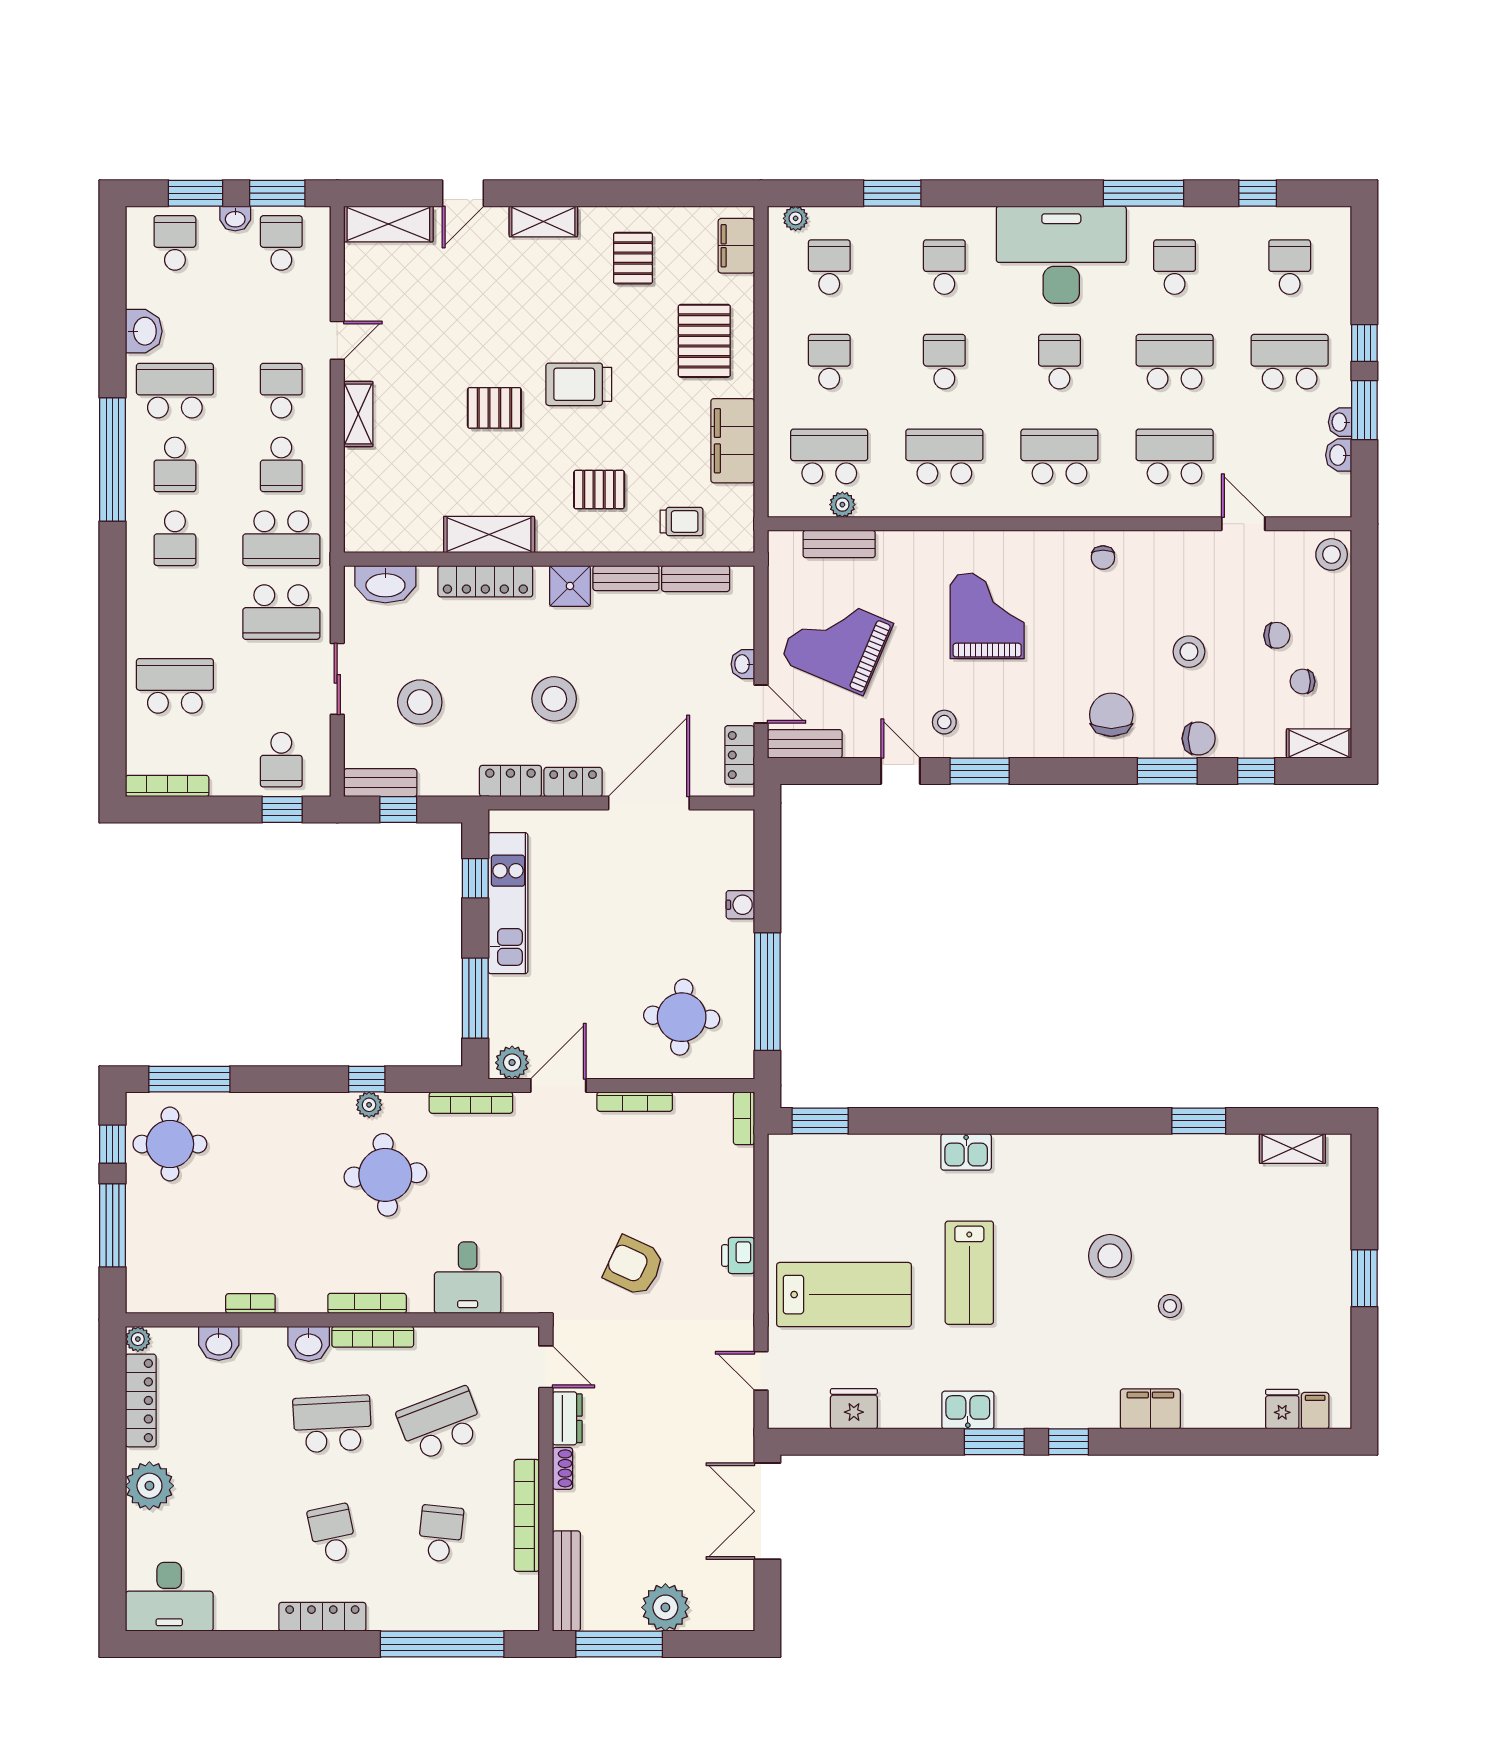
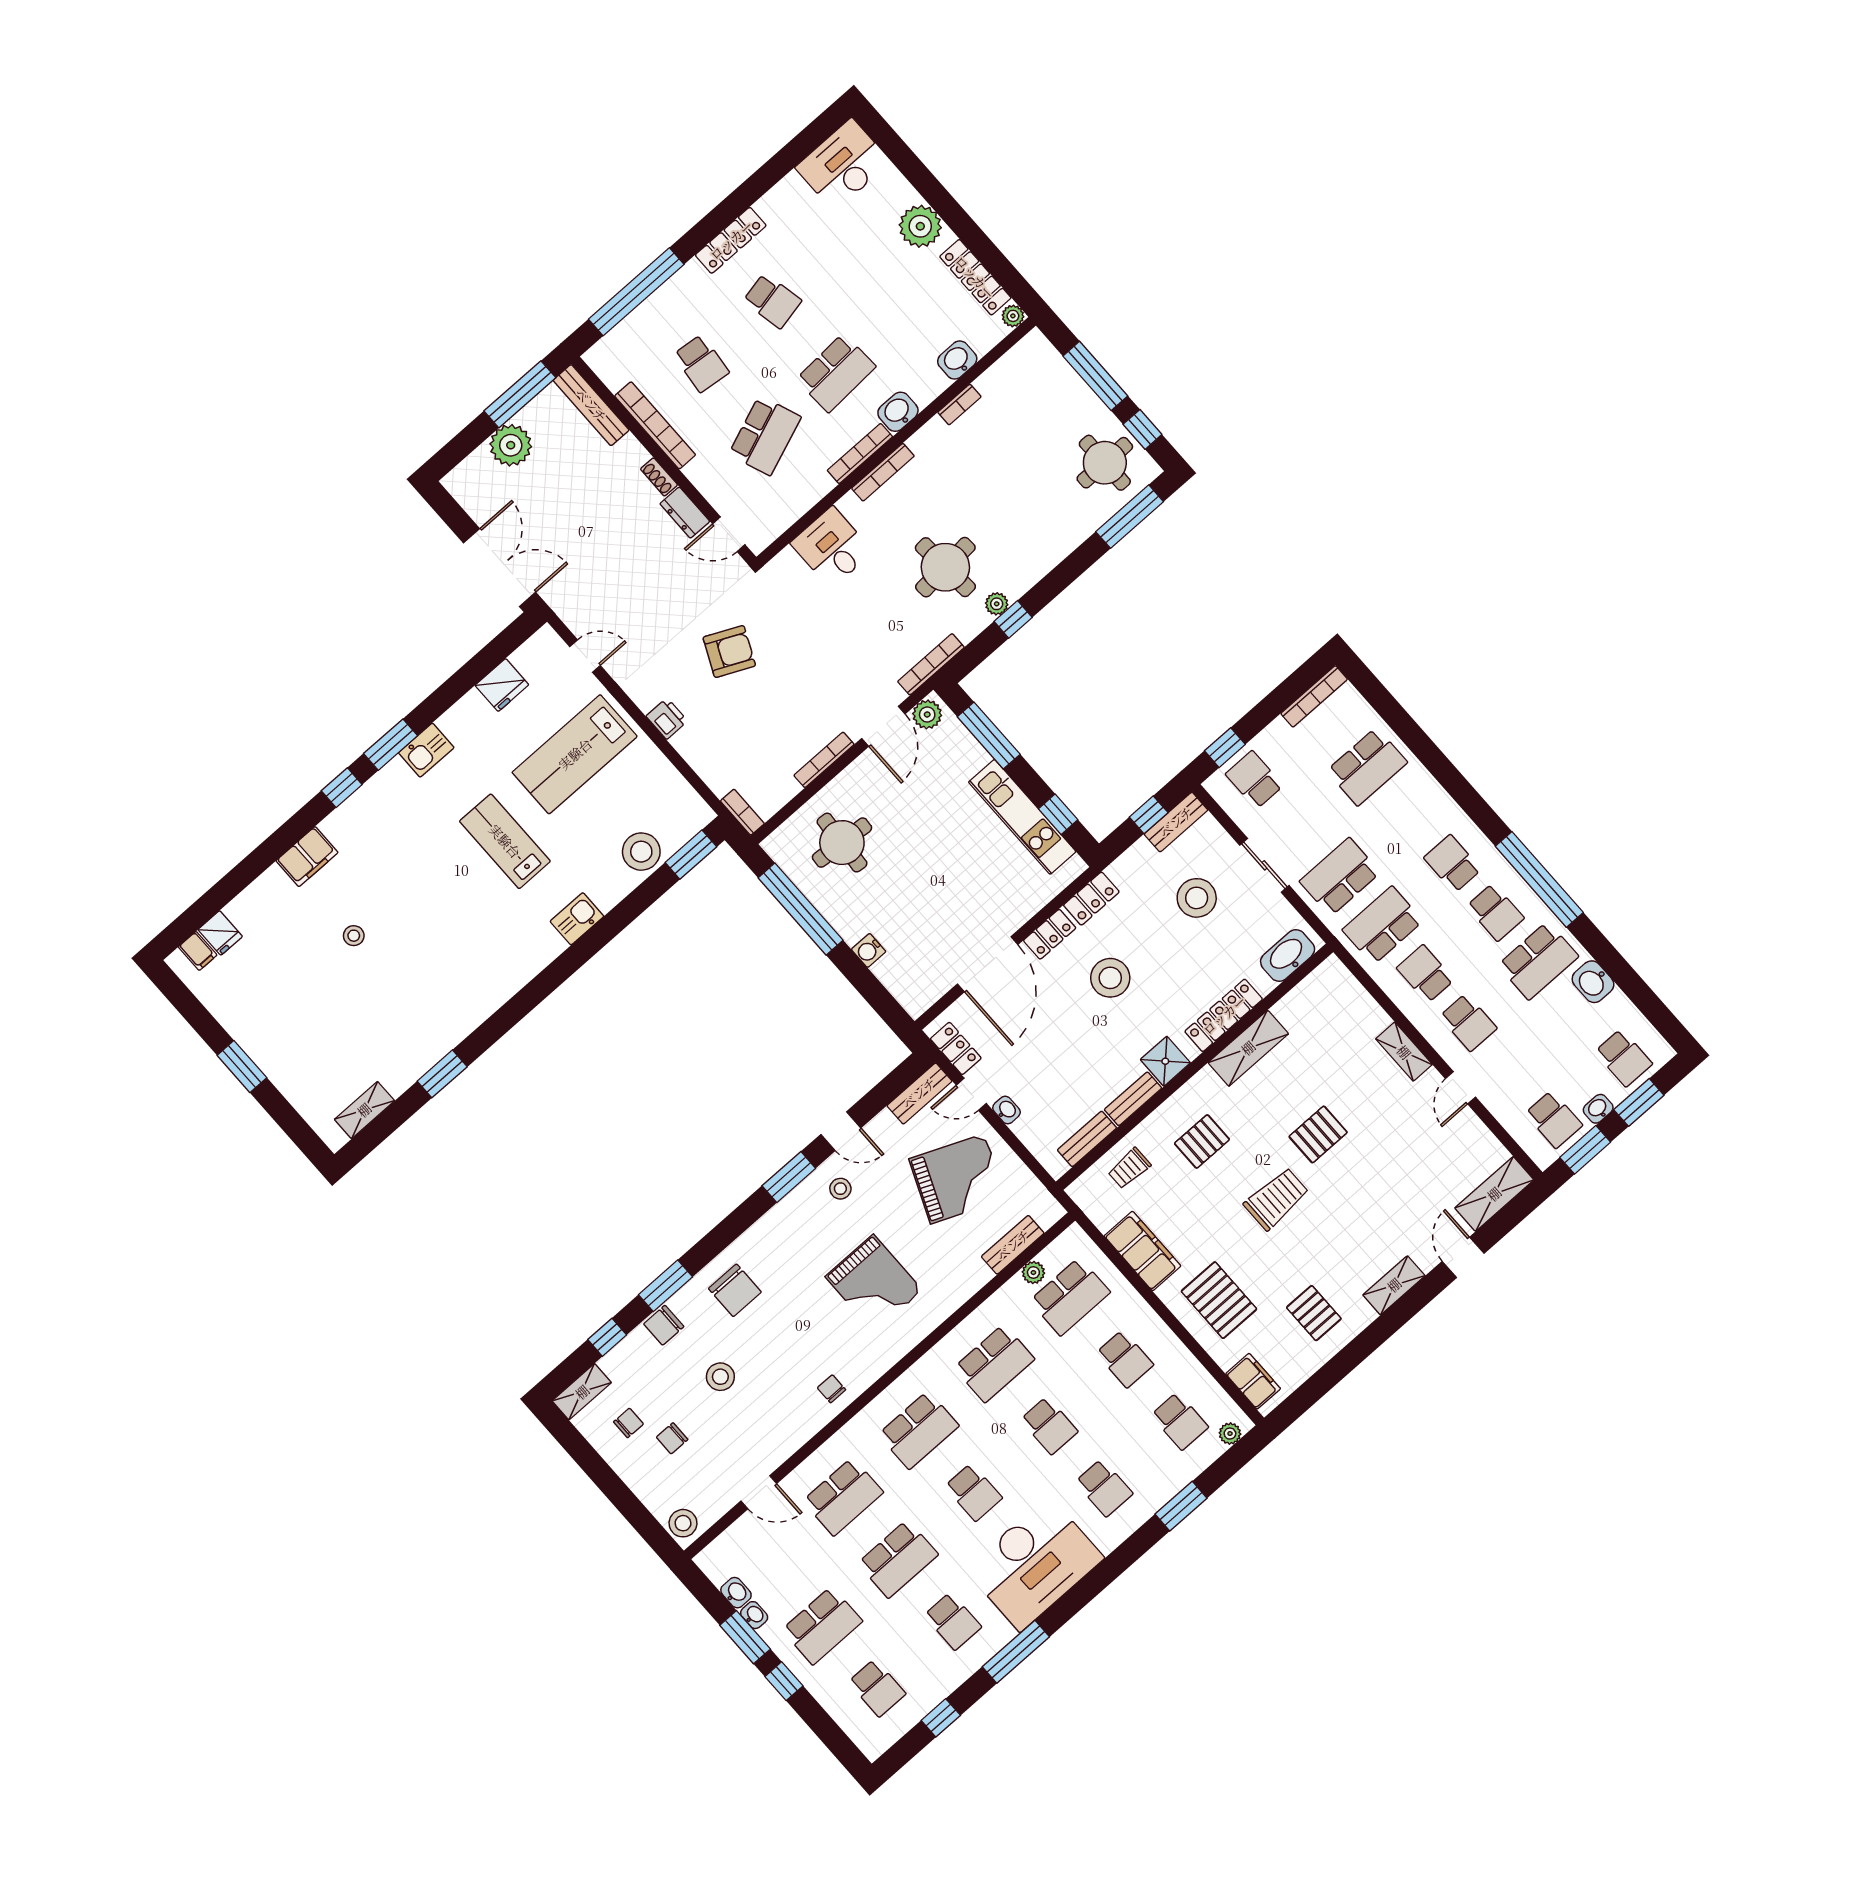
school desk: (175, 464) -> (1495, 912), turned 180
stool: (1110, 1256) -> (641, 852), moved

